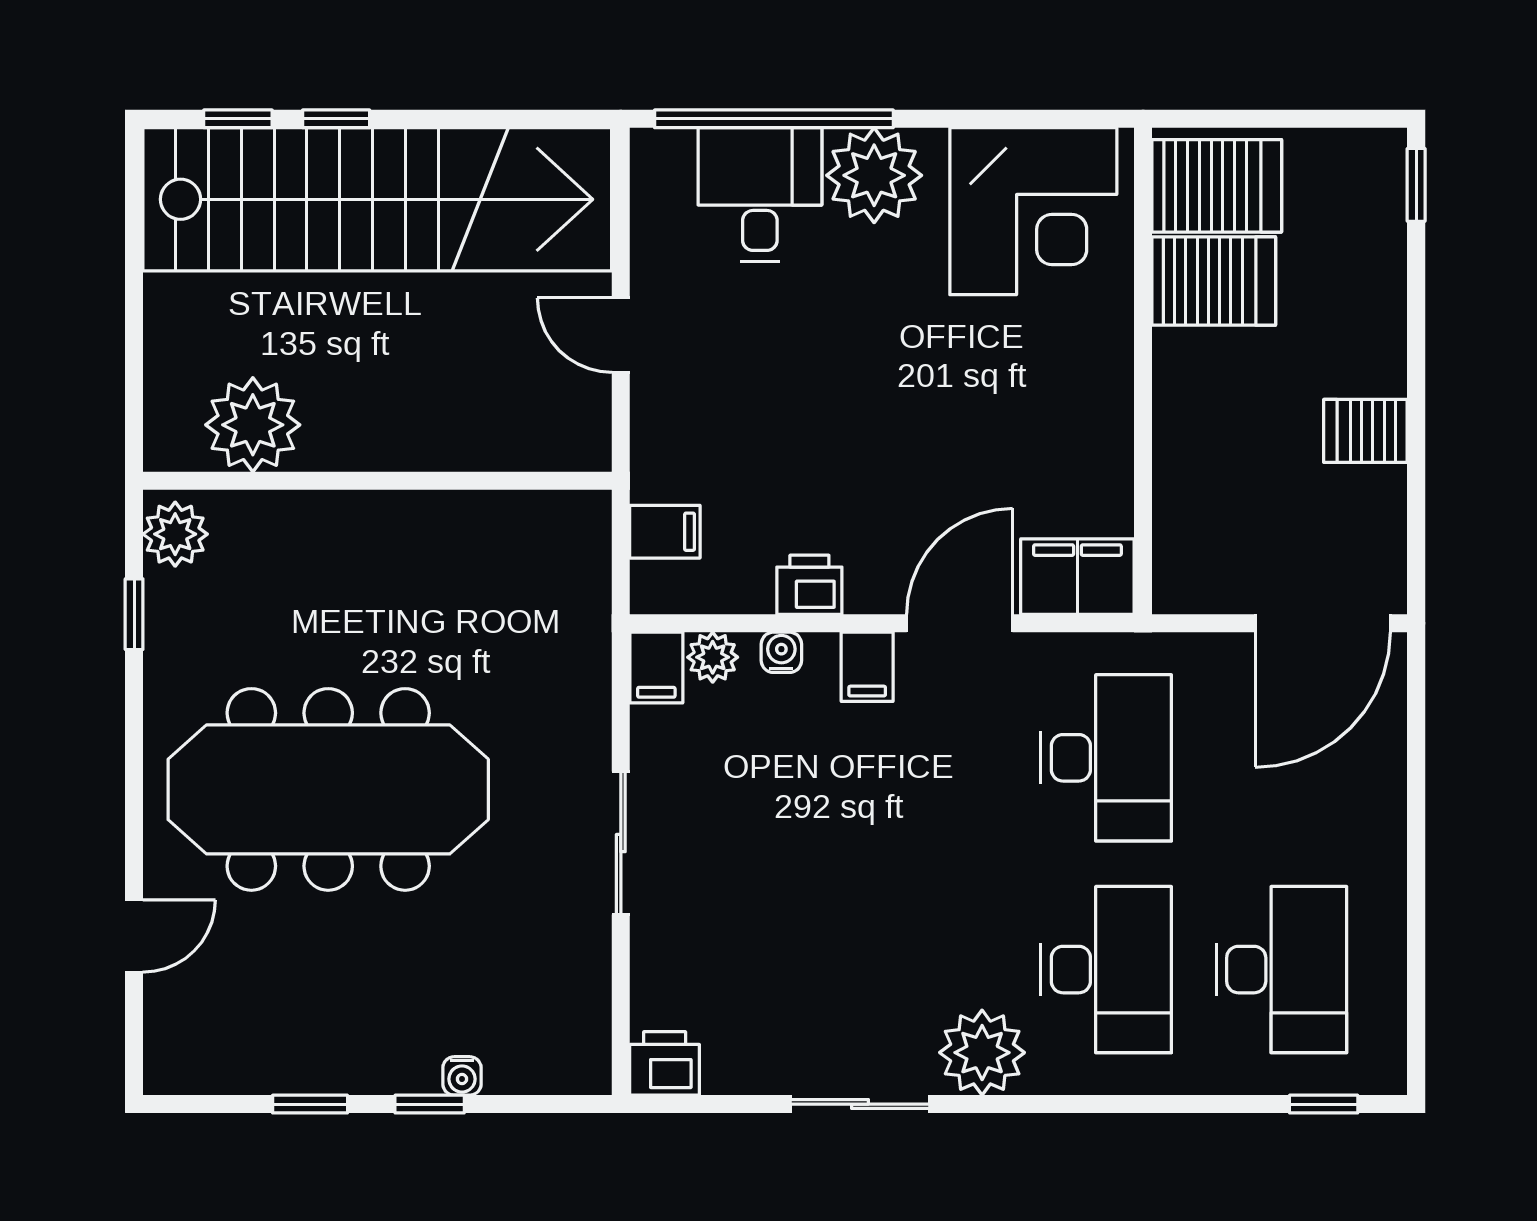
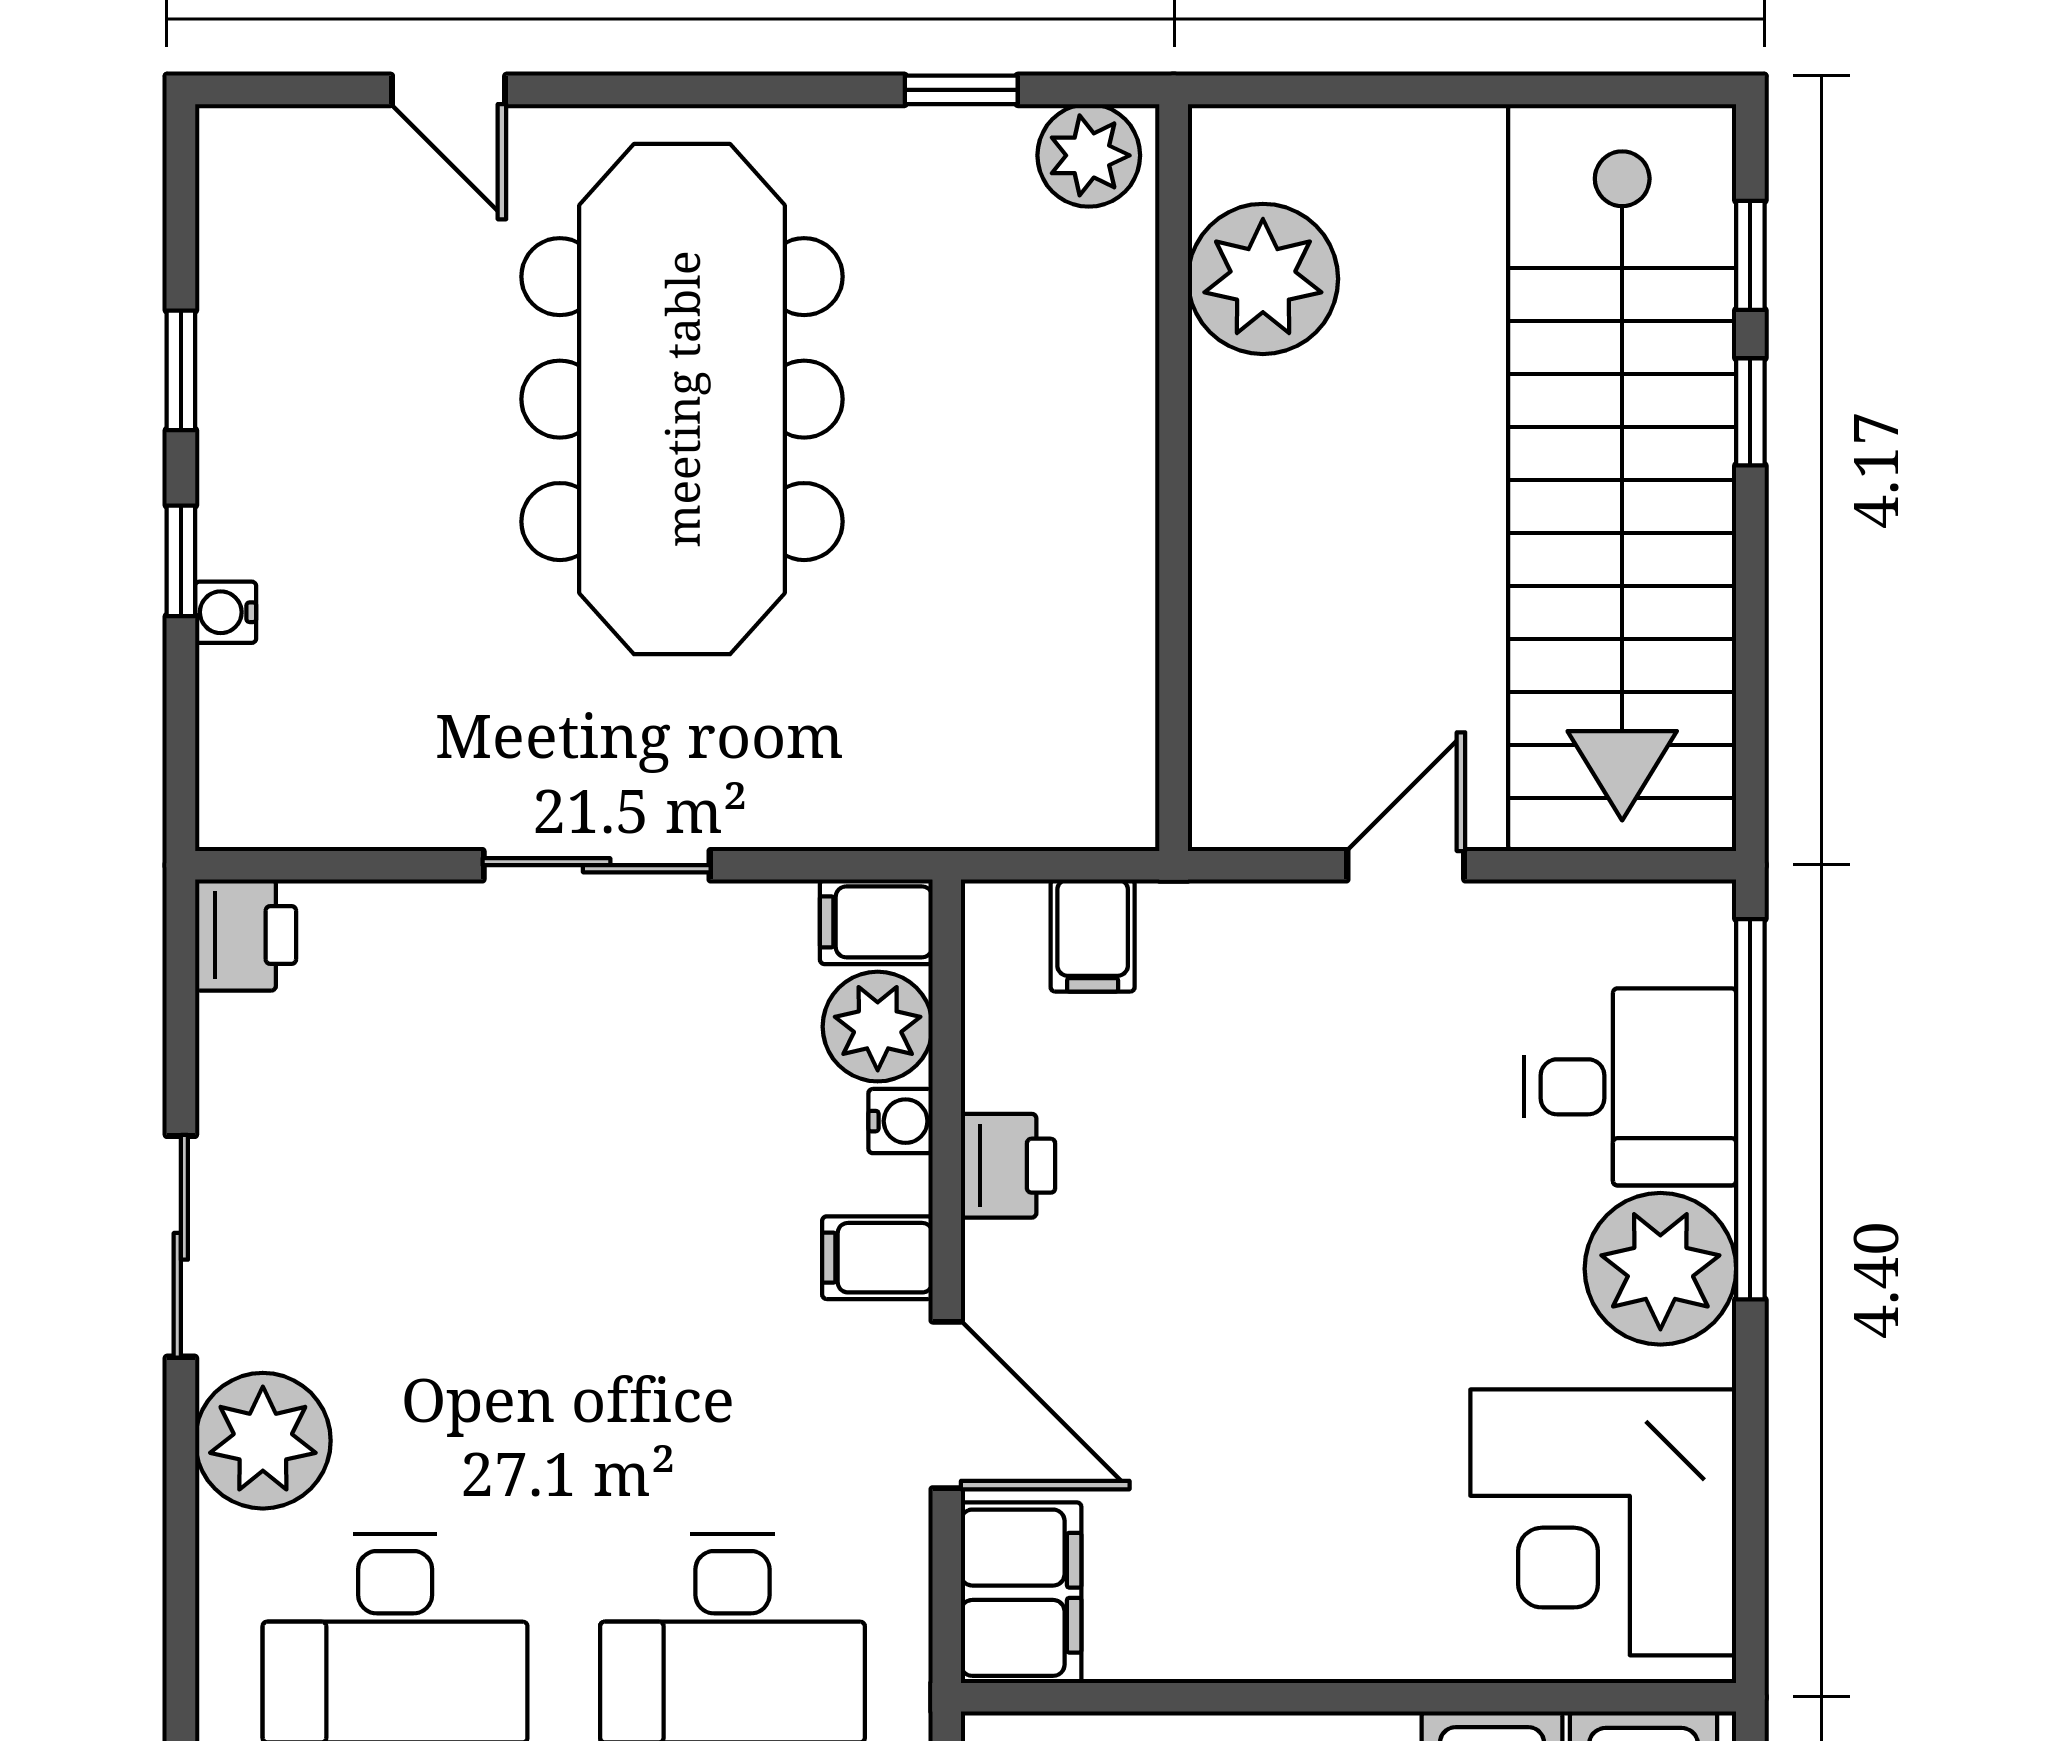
plant: (713, 657) -> (878, 1027), width x1.38, depth x1.38

